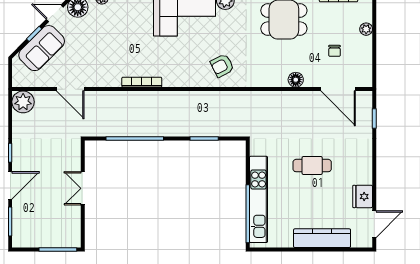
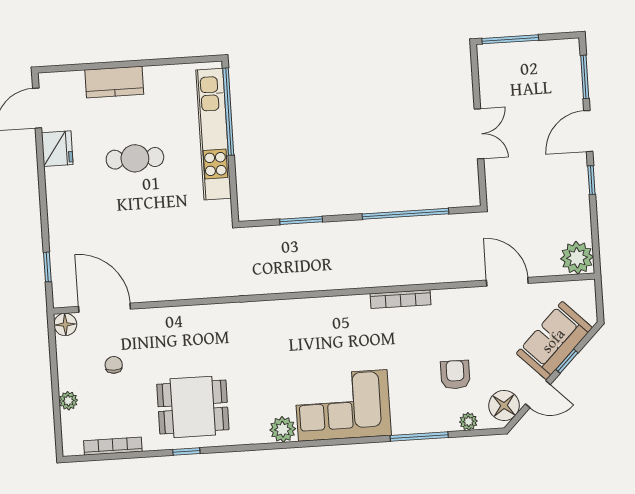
armchair: (222, 66) -> (455, 375), moved, turned -63
floor lamp: (296, 80) -> (65, 324), moved
cafe table: (312, 166) -> (135, 158), moved
kitchen counter: (322, 238) -> (114, 82), width x0.67

